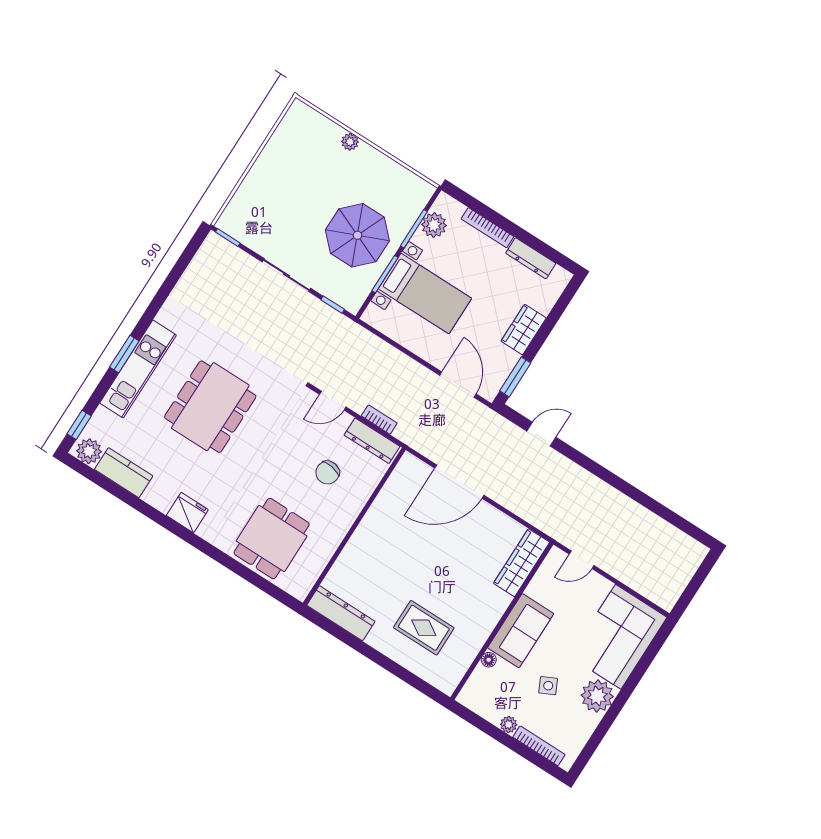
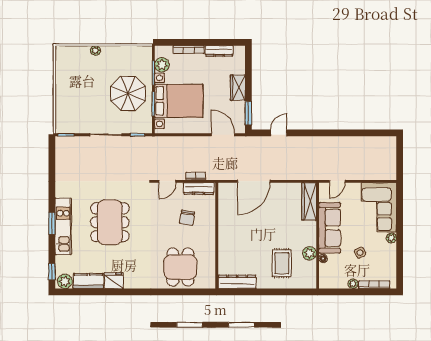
bed with nightstands: (425, 294) -> (179, 101), width x1.36
fridge: (187, 513) -> (114, 281), moved
rug: (424, 628) -> (282, 263), turned 90
sofa: (521, 631) -> (330, 228), width x1.36
plant: (474, 639) -> (310, 253), added
plant: (597, 696) -> (391, 238), width x0.53, depth x0.53

